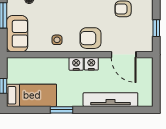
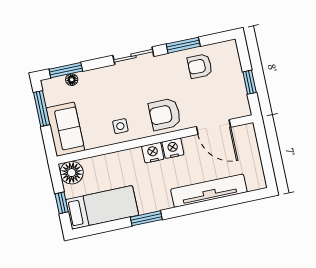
floor lamp: (15, 66) -> (72, 173), added

